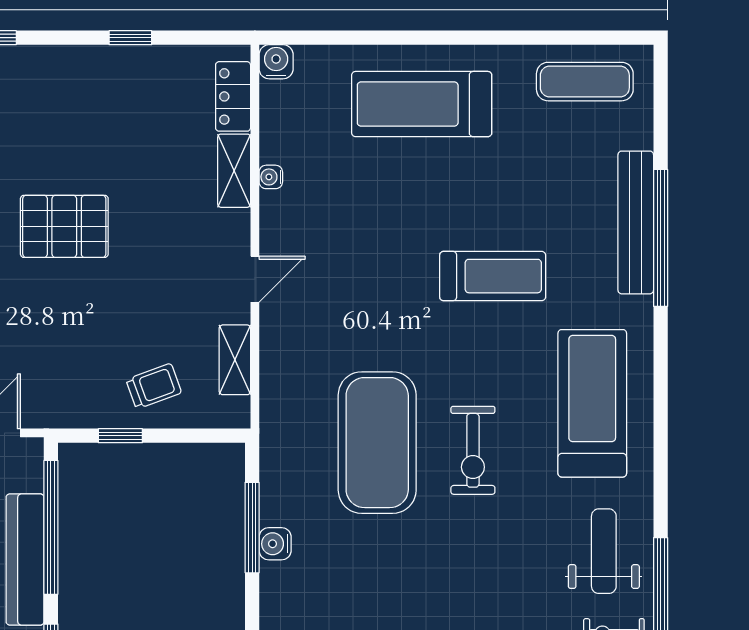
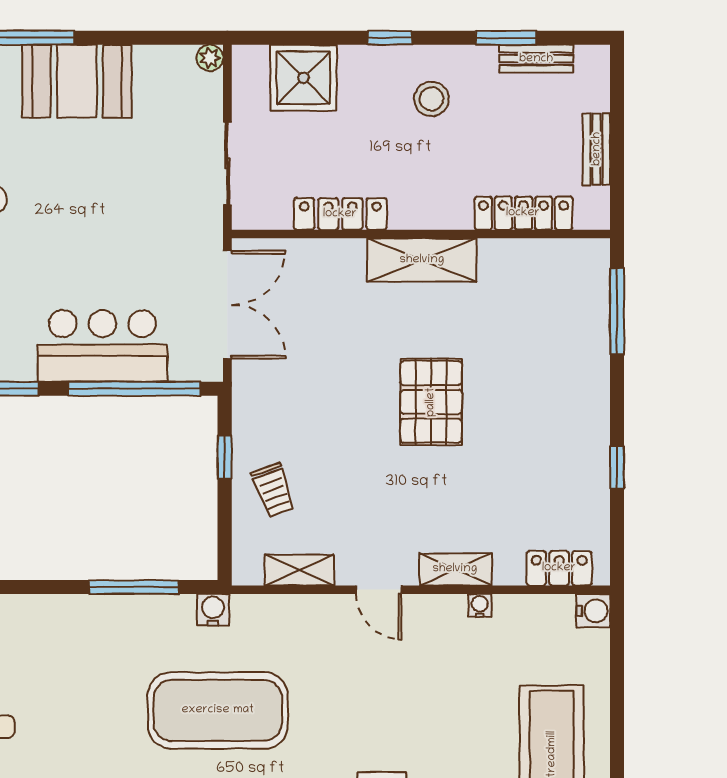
shelving: (234, 171) -> (455, 569), moved
water cooler: (275, 544) -> (213, 610), moved

